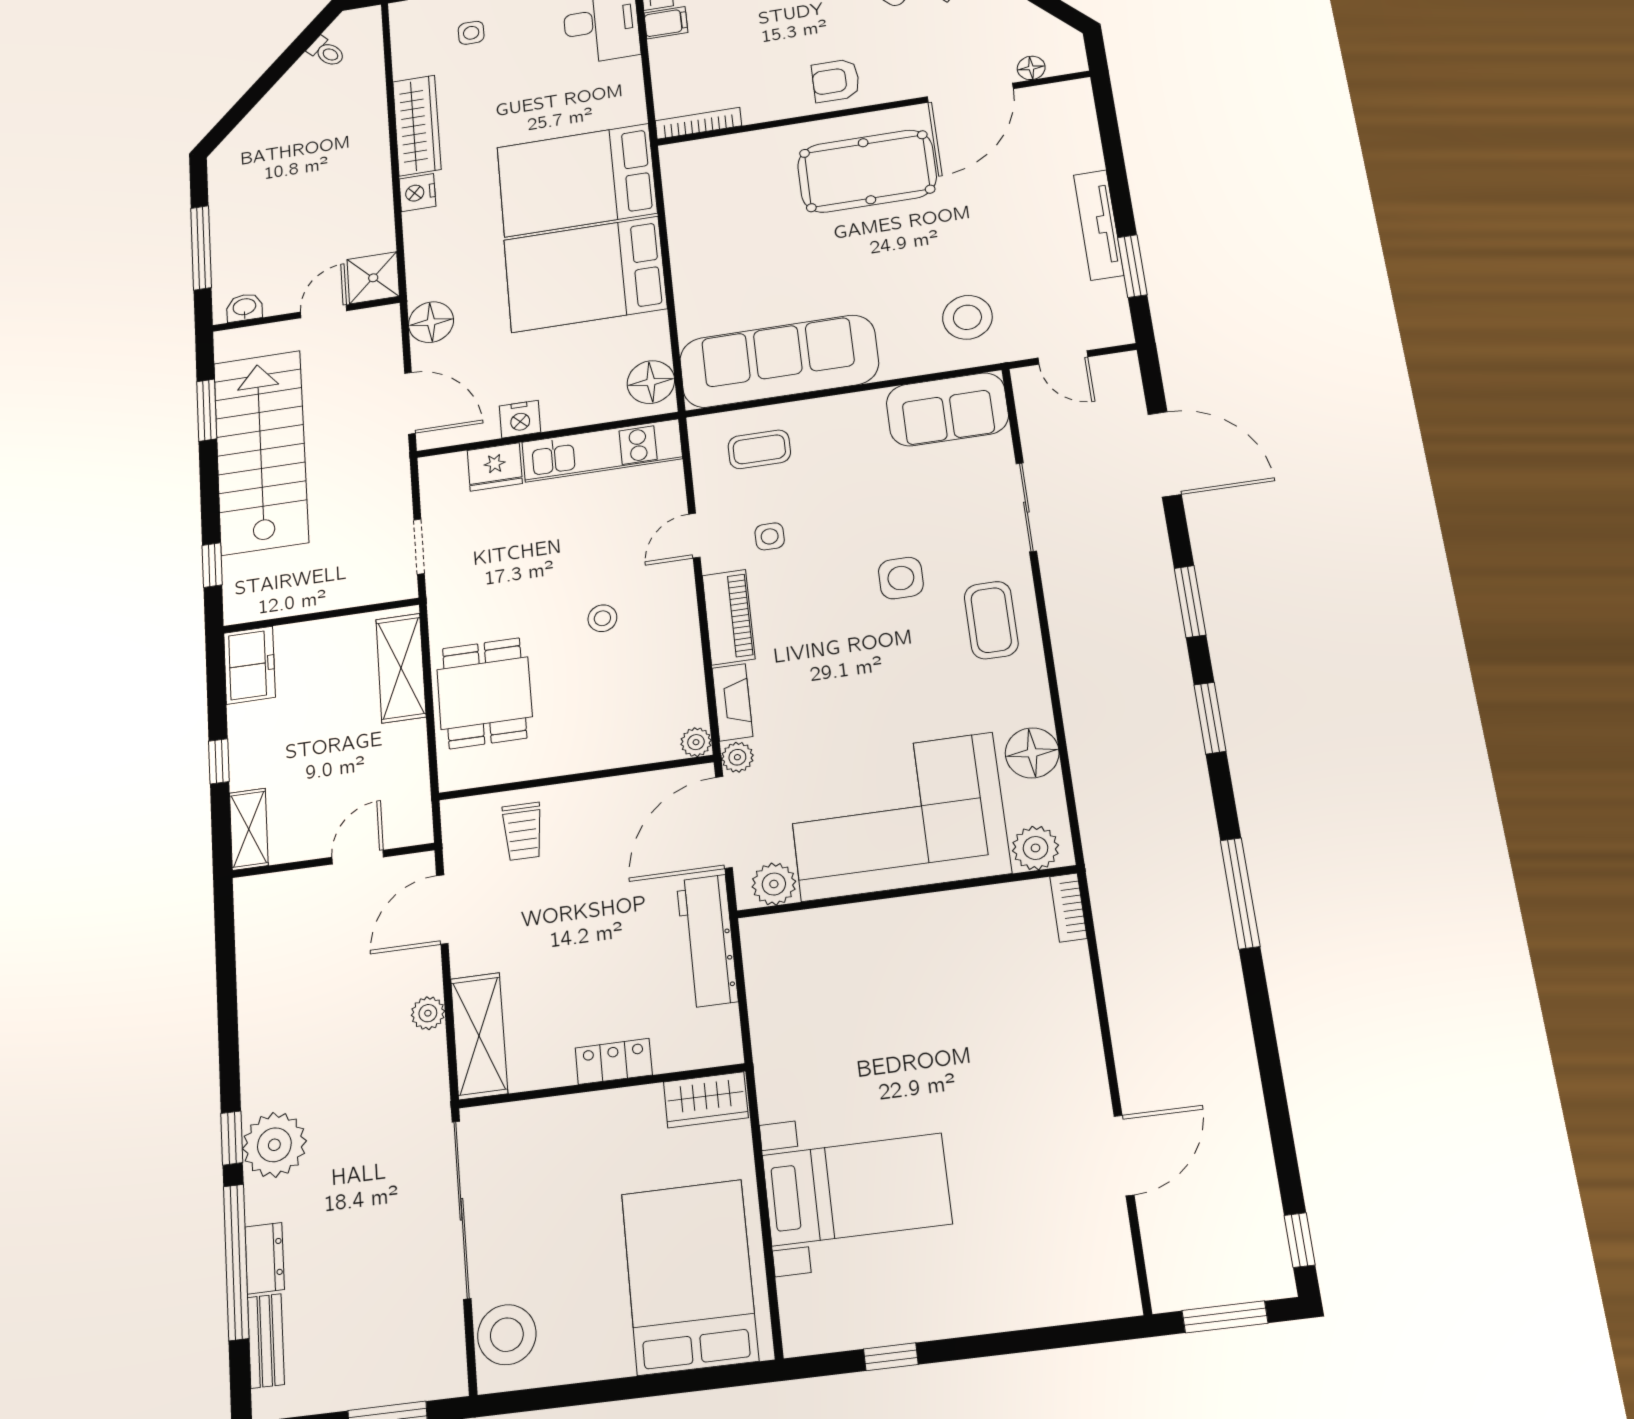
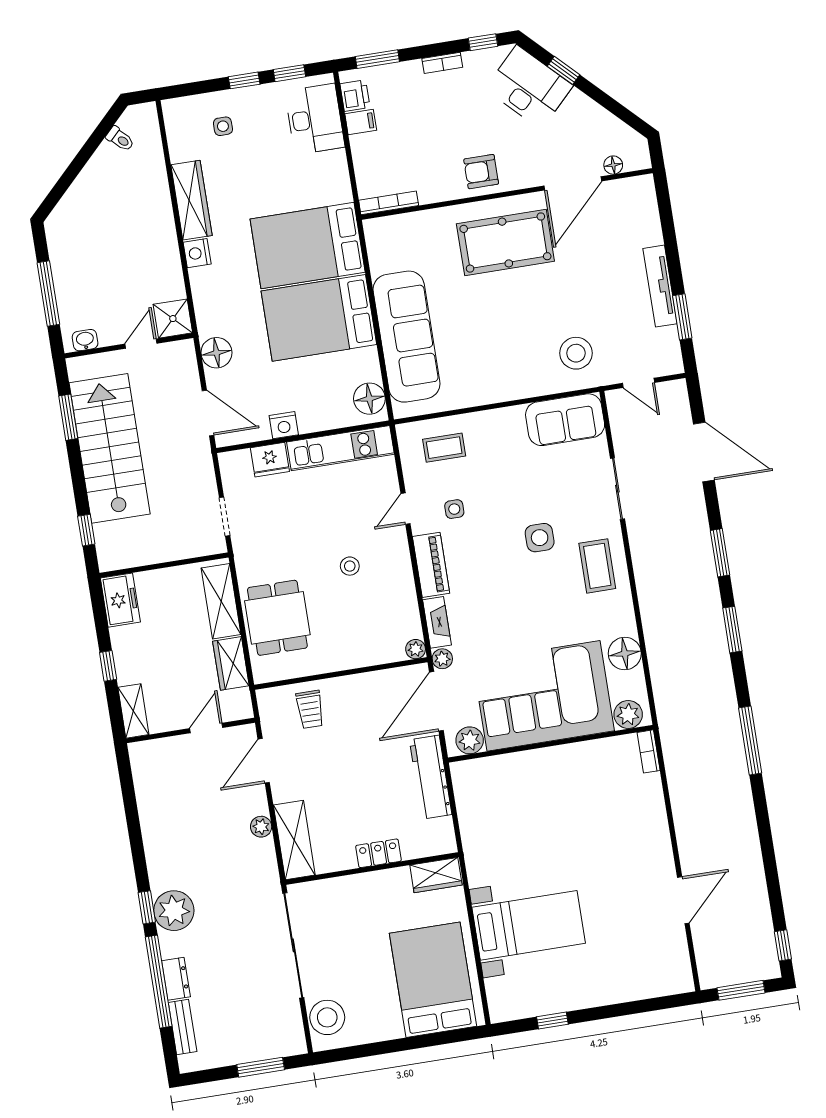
sofa: (779, 361) -> (406, 337), moved, turned 90
wardrobe: (406, 760) -> (231, 663), added

